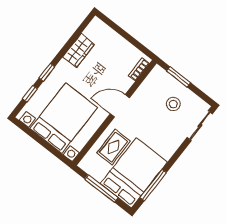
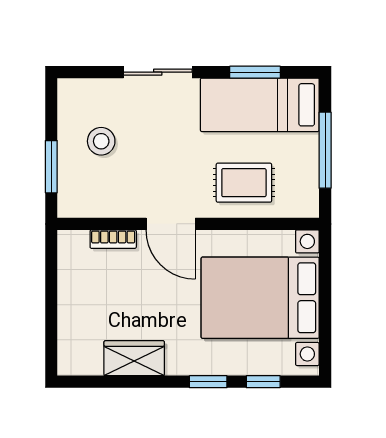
bookcase: (139, 69) -> (113, 239), moved
sliding door: (200, 126) -> (158, 72), moved
bed: (134, 173) -> (260, 105), width x0.67
window: (153, 185) -> (255, 72), width x0.69

